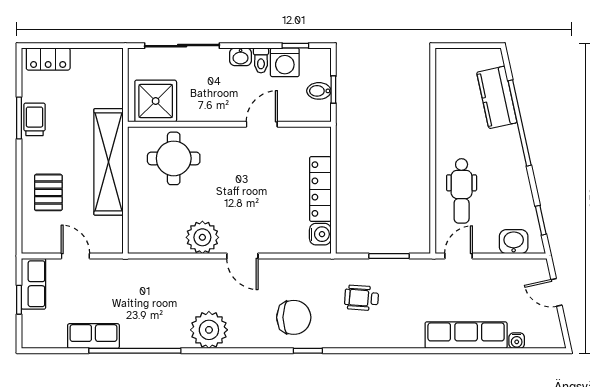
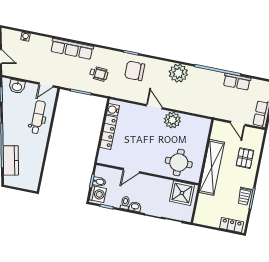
washing machine: (285, 62) -> (98, 194), moved, turned 90
row of seats: (466, 335) -> (72, 49), moved

